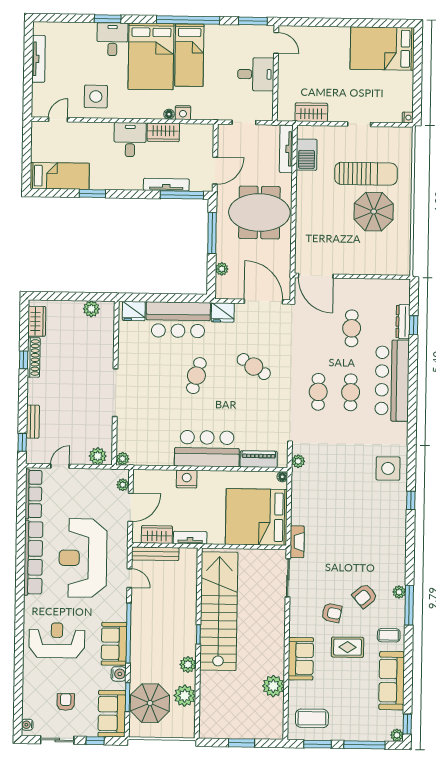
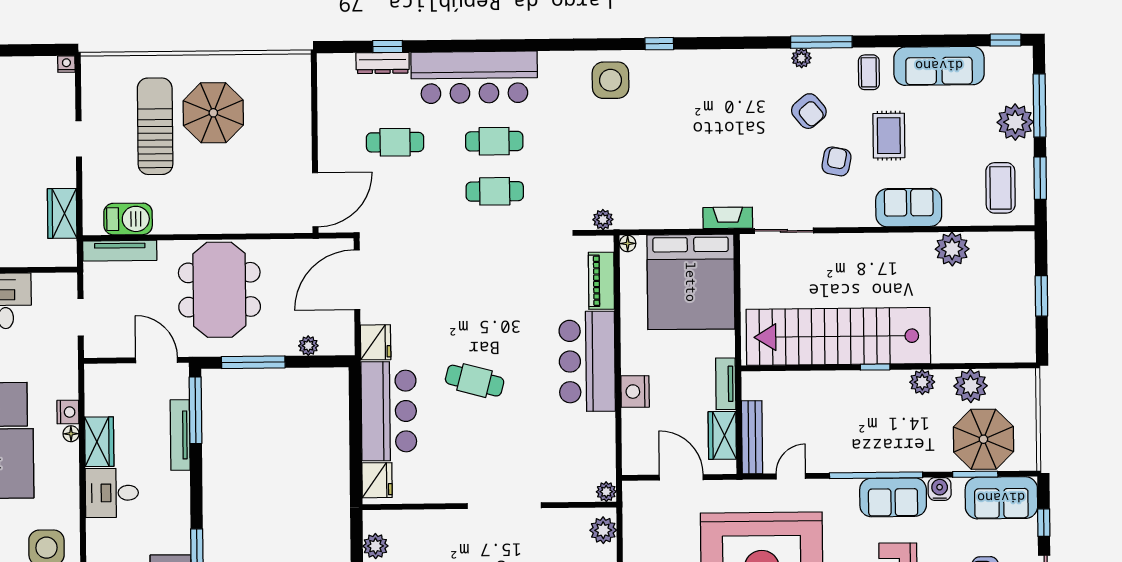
cafe table: (254, 367) -> (458, 292), removed
plant: (123, 485) -> (647, 490), removed
plant: (397, 735) -> (1015, 122), moved, width x1.88, depth x1.88

